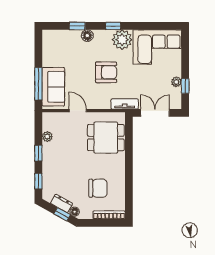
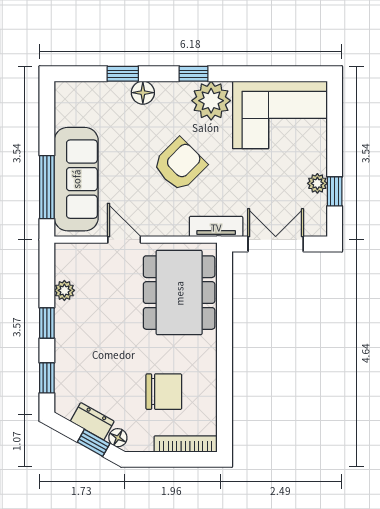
armchair: (106, 72) -> (180, 165), turned -45
sofa: (53, 87) -> (76, 179), width x1.36
dining table: (106, 138) -> (179, 293), width x1.38

